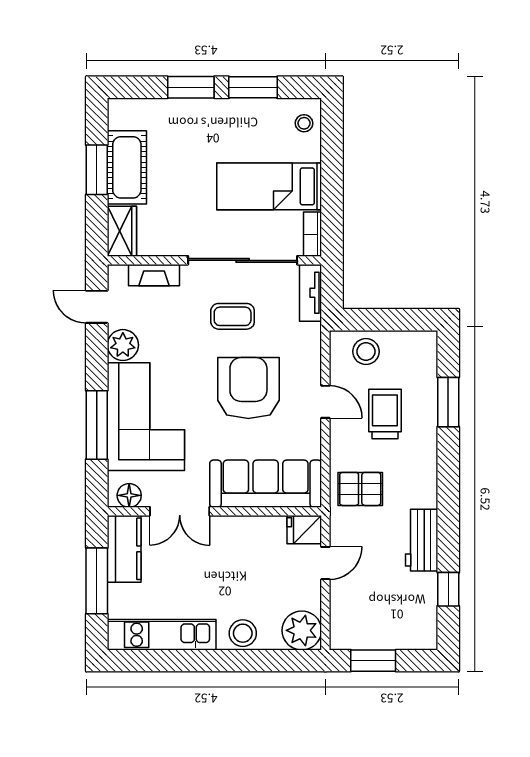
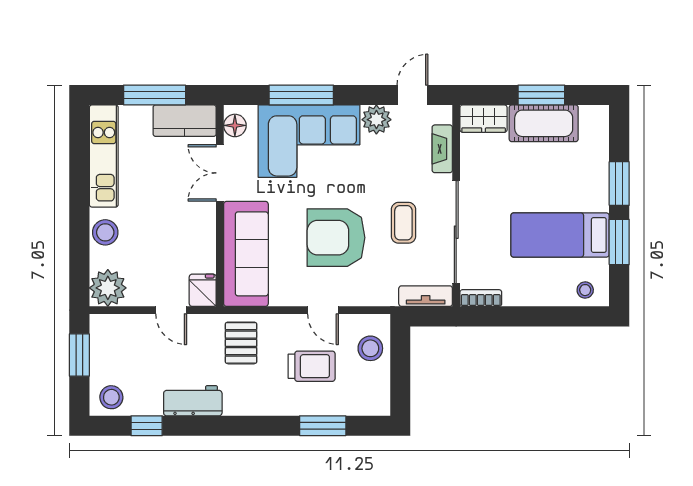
bed: (269, 186) -> (560, 235), moved, turned -90
armchair: (248, 388) -> (336, 238), turned 180
door: (325, 402) -> (323, 310), hinge flipped
stool: (418, 627) -> (111, 397), added

